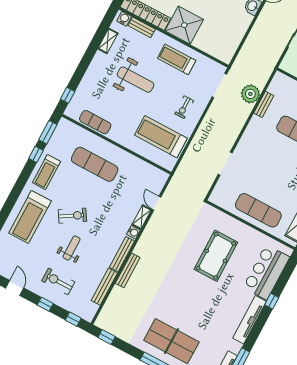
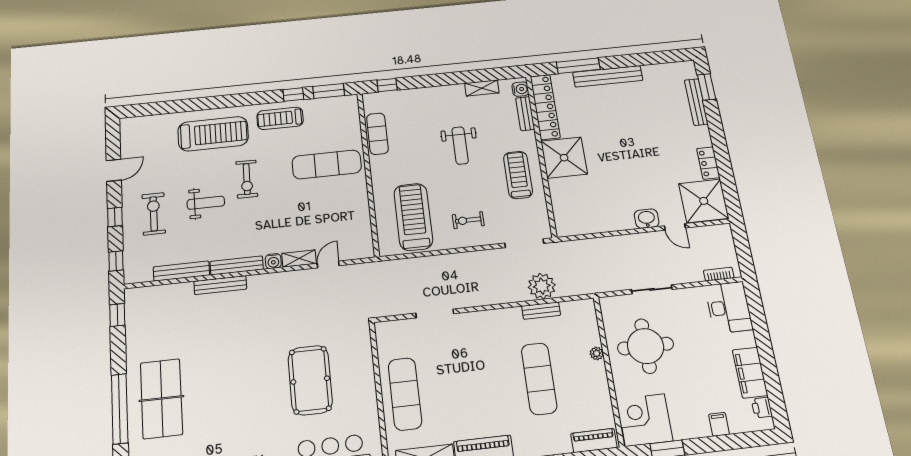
weight bench: (136, 80) -> (460, 146), width x0.73, depth x0.75
exercise mat: (95, 164) -> (327, 164), turned 90
exercise bike: (72, 216) -> (247, 179), turned 33
treadmill: (30, 217) -> (213, 134), turned 180
pool table: (216, 256) -> (310, 380), turned 90

